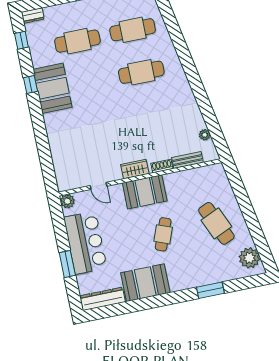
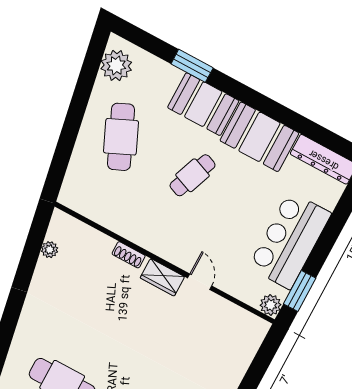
bench: (187, 160) -> (93, 237), removed
door: (98, 186) -> (200, 282), moved
booth: (145, 192) -> (203, 104), moved
window: (67, 264) -> (300, 291), moved

